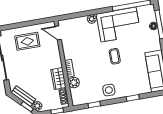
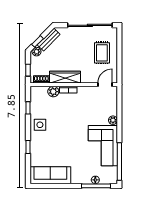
coffee table: (115, 56) -> (72, 136), removed
wardrobe: (58, 79) -> (65, 77), width x1.50

